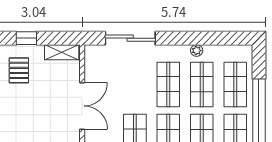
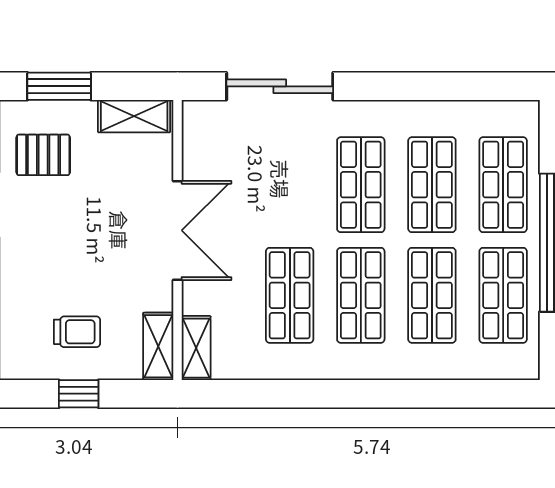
window: (26, 38) -> (59, 86), width x1.50
plant: (197, 51) -> (421, 113), removed
pallet: (19, 70) -> (43, 155), turned 90

